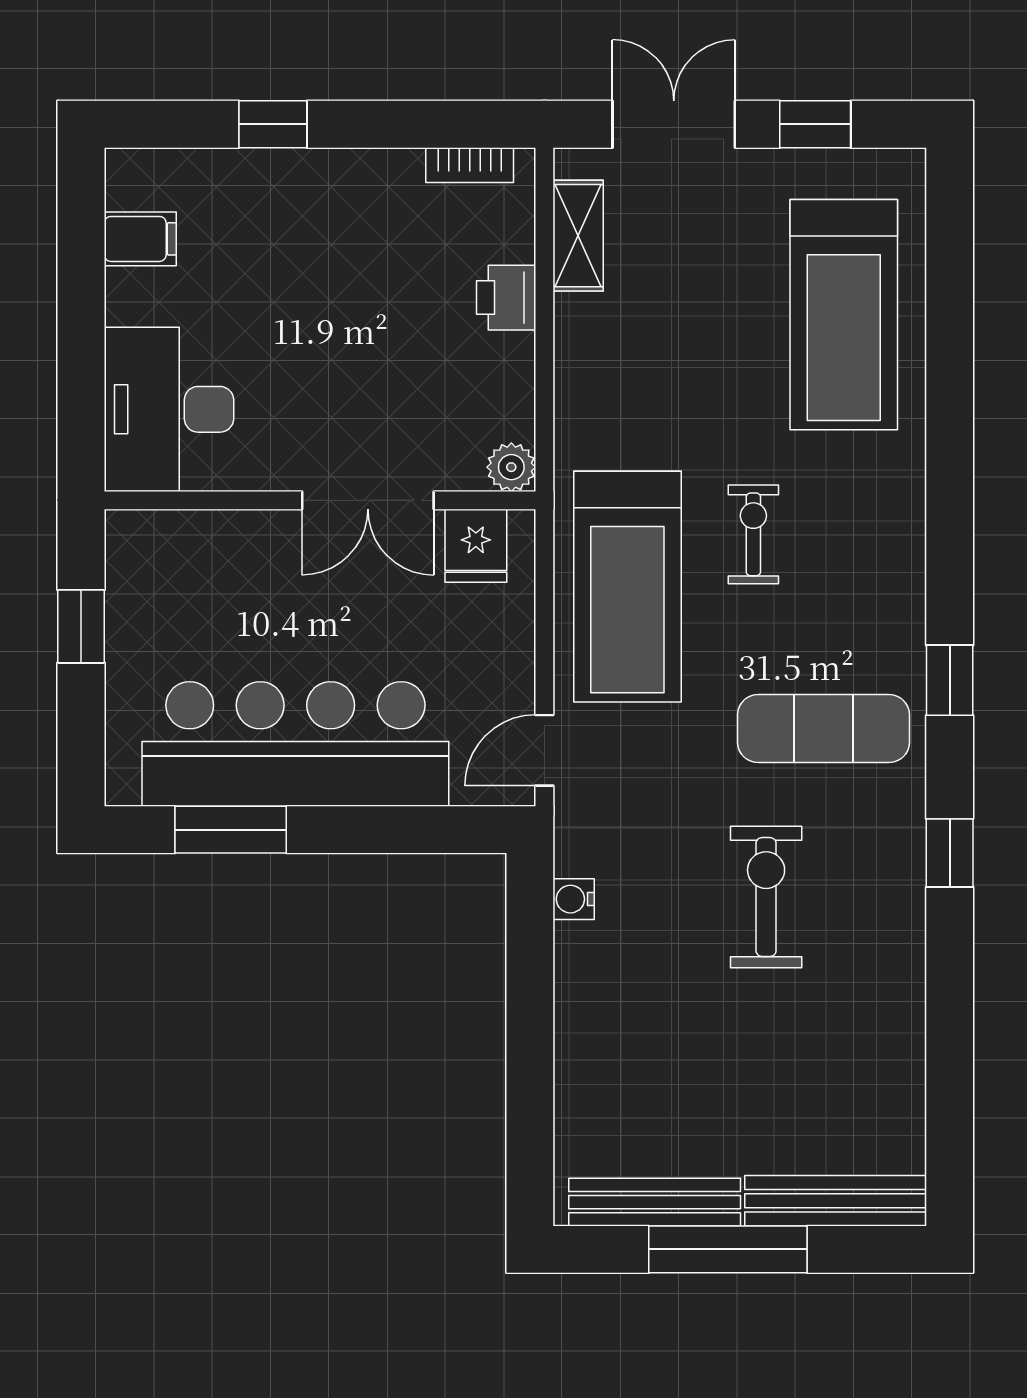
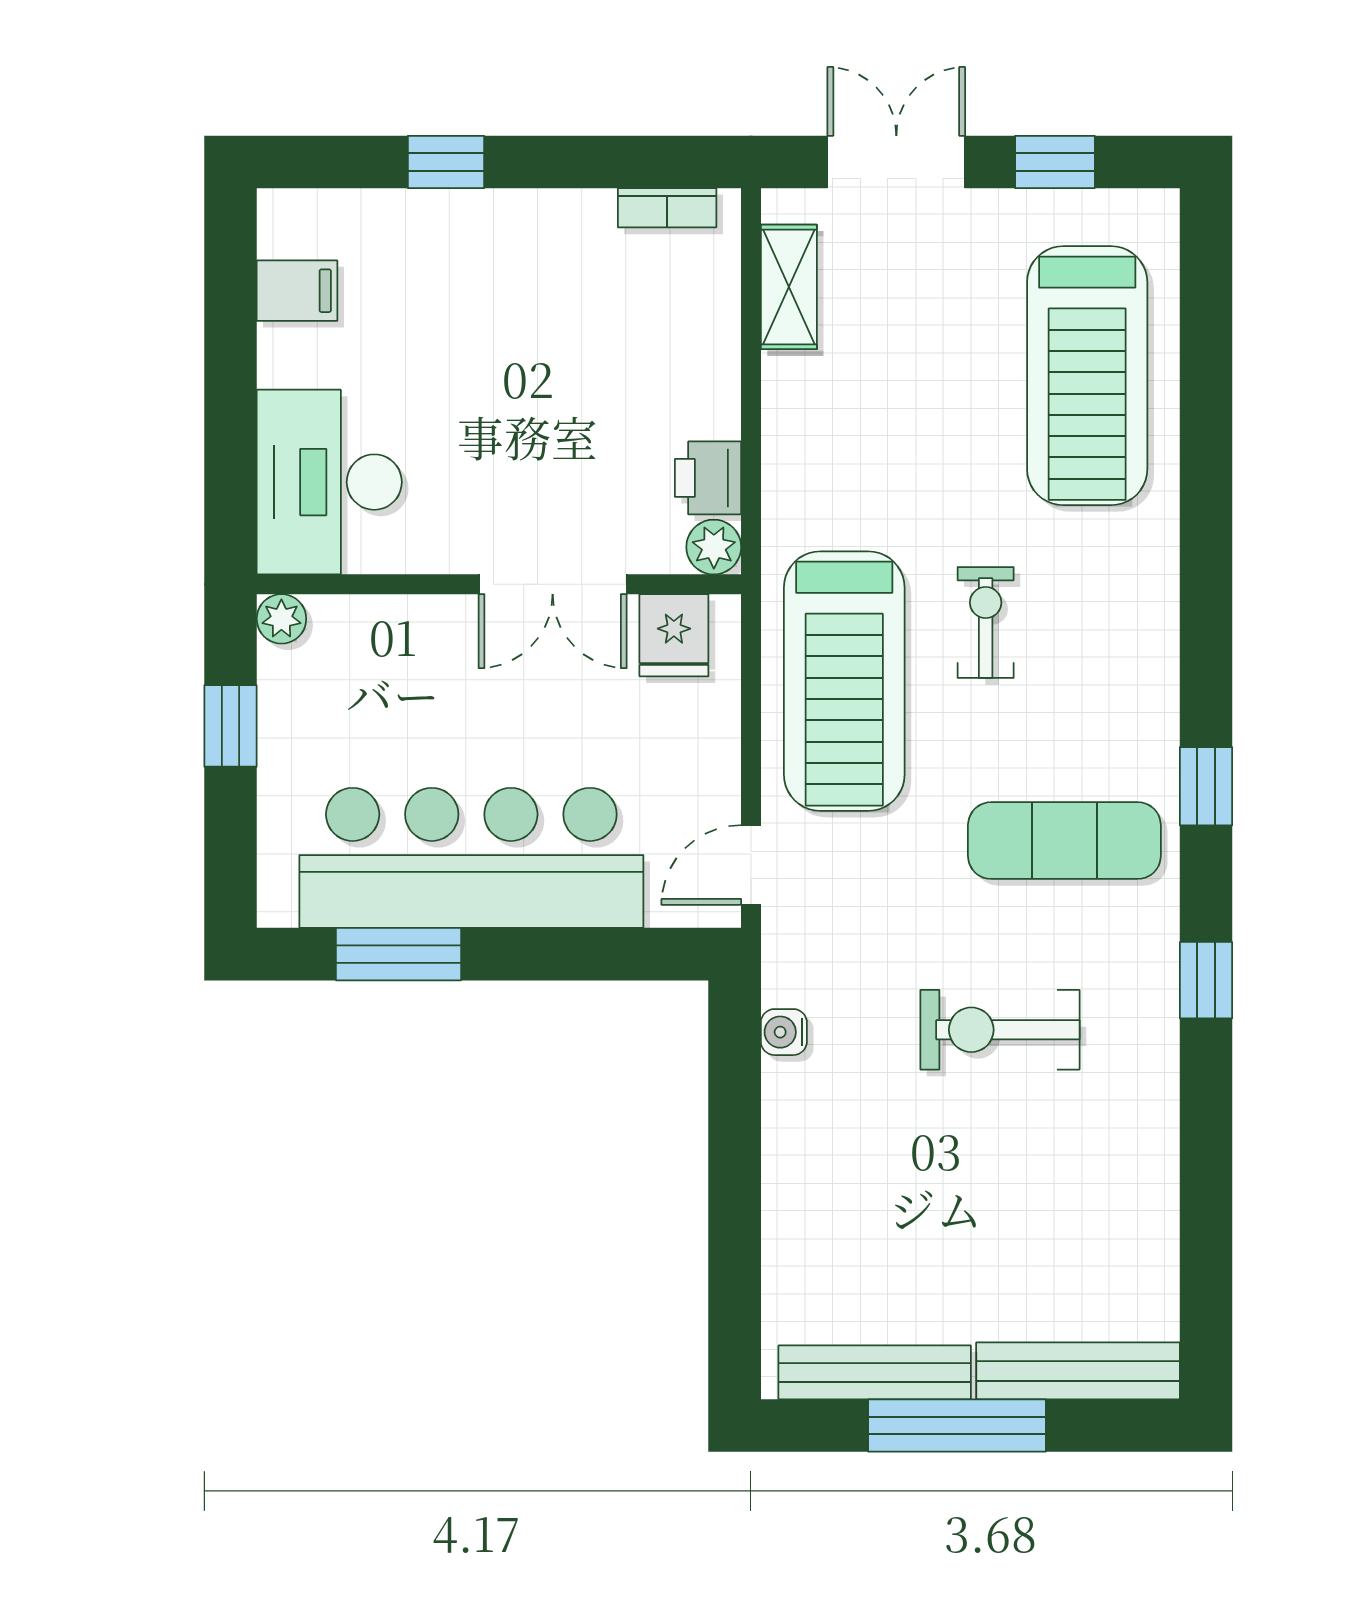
printer: (506, 298) -> (708, 478), moved
plant: (126, 531) -> (281, 619), added
exercise bike: (766, 897) -> (1000, 1030), turned -90

